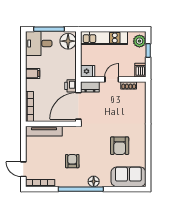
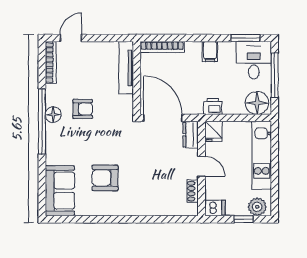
window: (23, 49) -> (246, 38), added
printer: (70, 86) -> (213, 106), moved
floor lamp: (94, 181) -> (53, 115), moved

